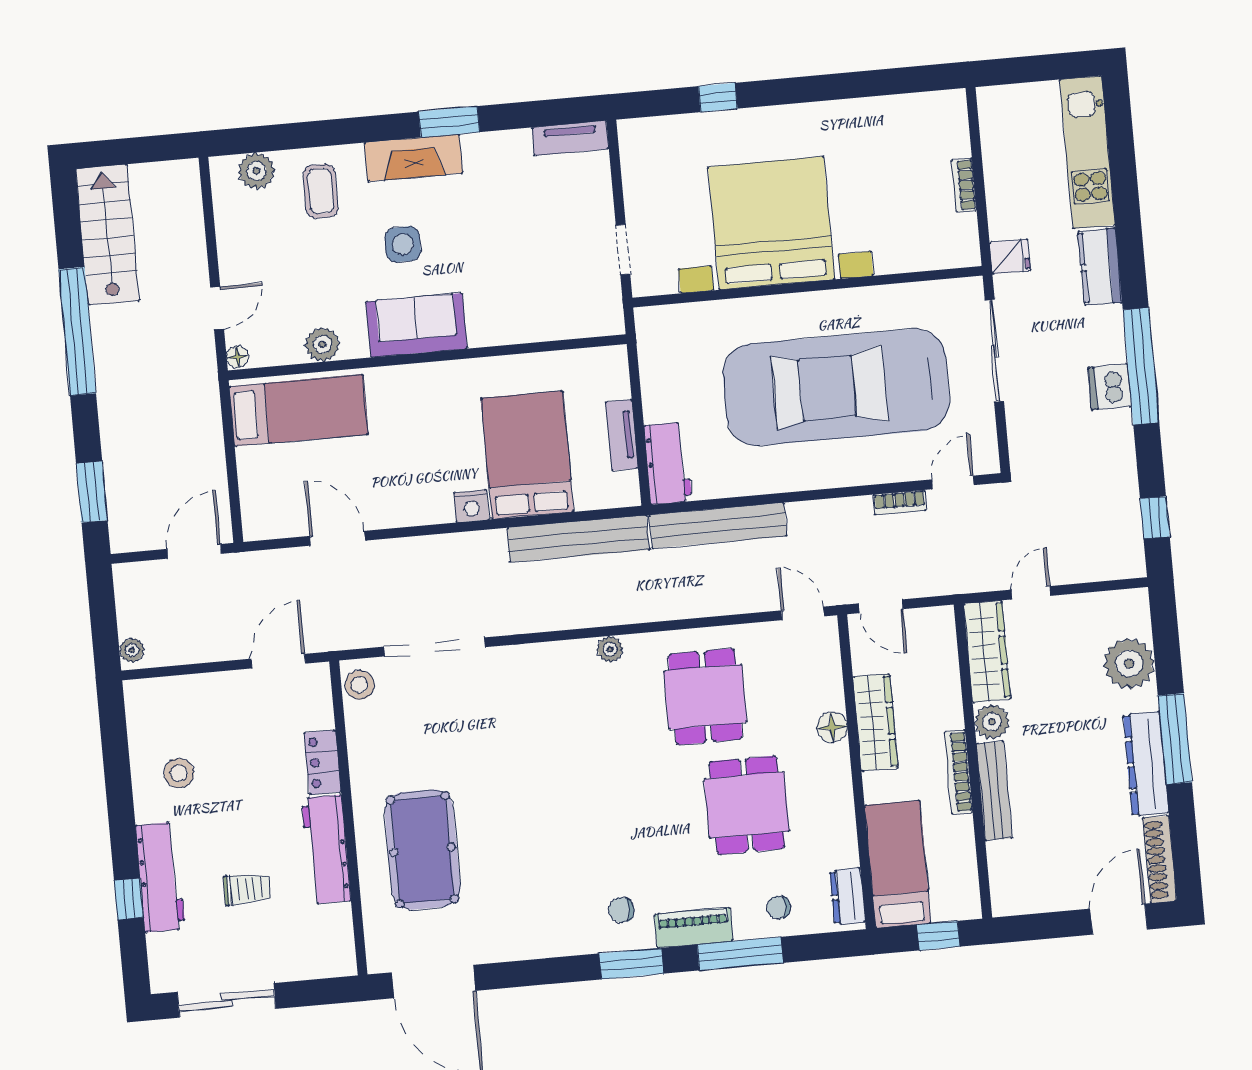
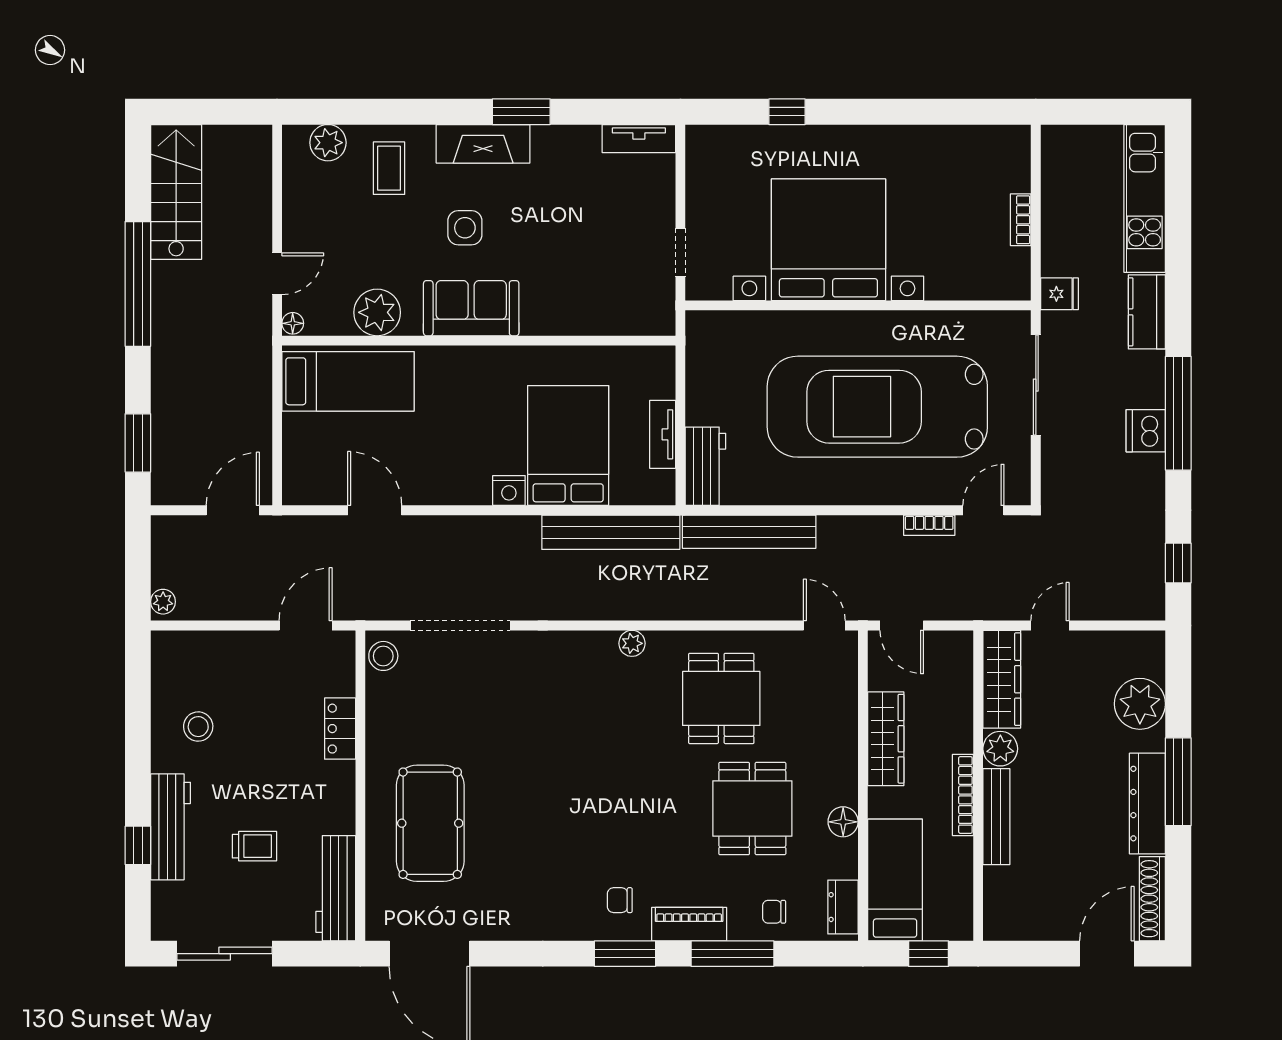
plant: (322, 344) -> (377, 312), width x1.36, depth x1.36
floor lamp: (832, 727) -> (843, 822), moved
workbench: (326, 849) -> (336, 888), moved

